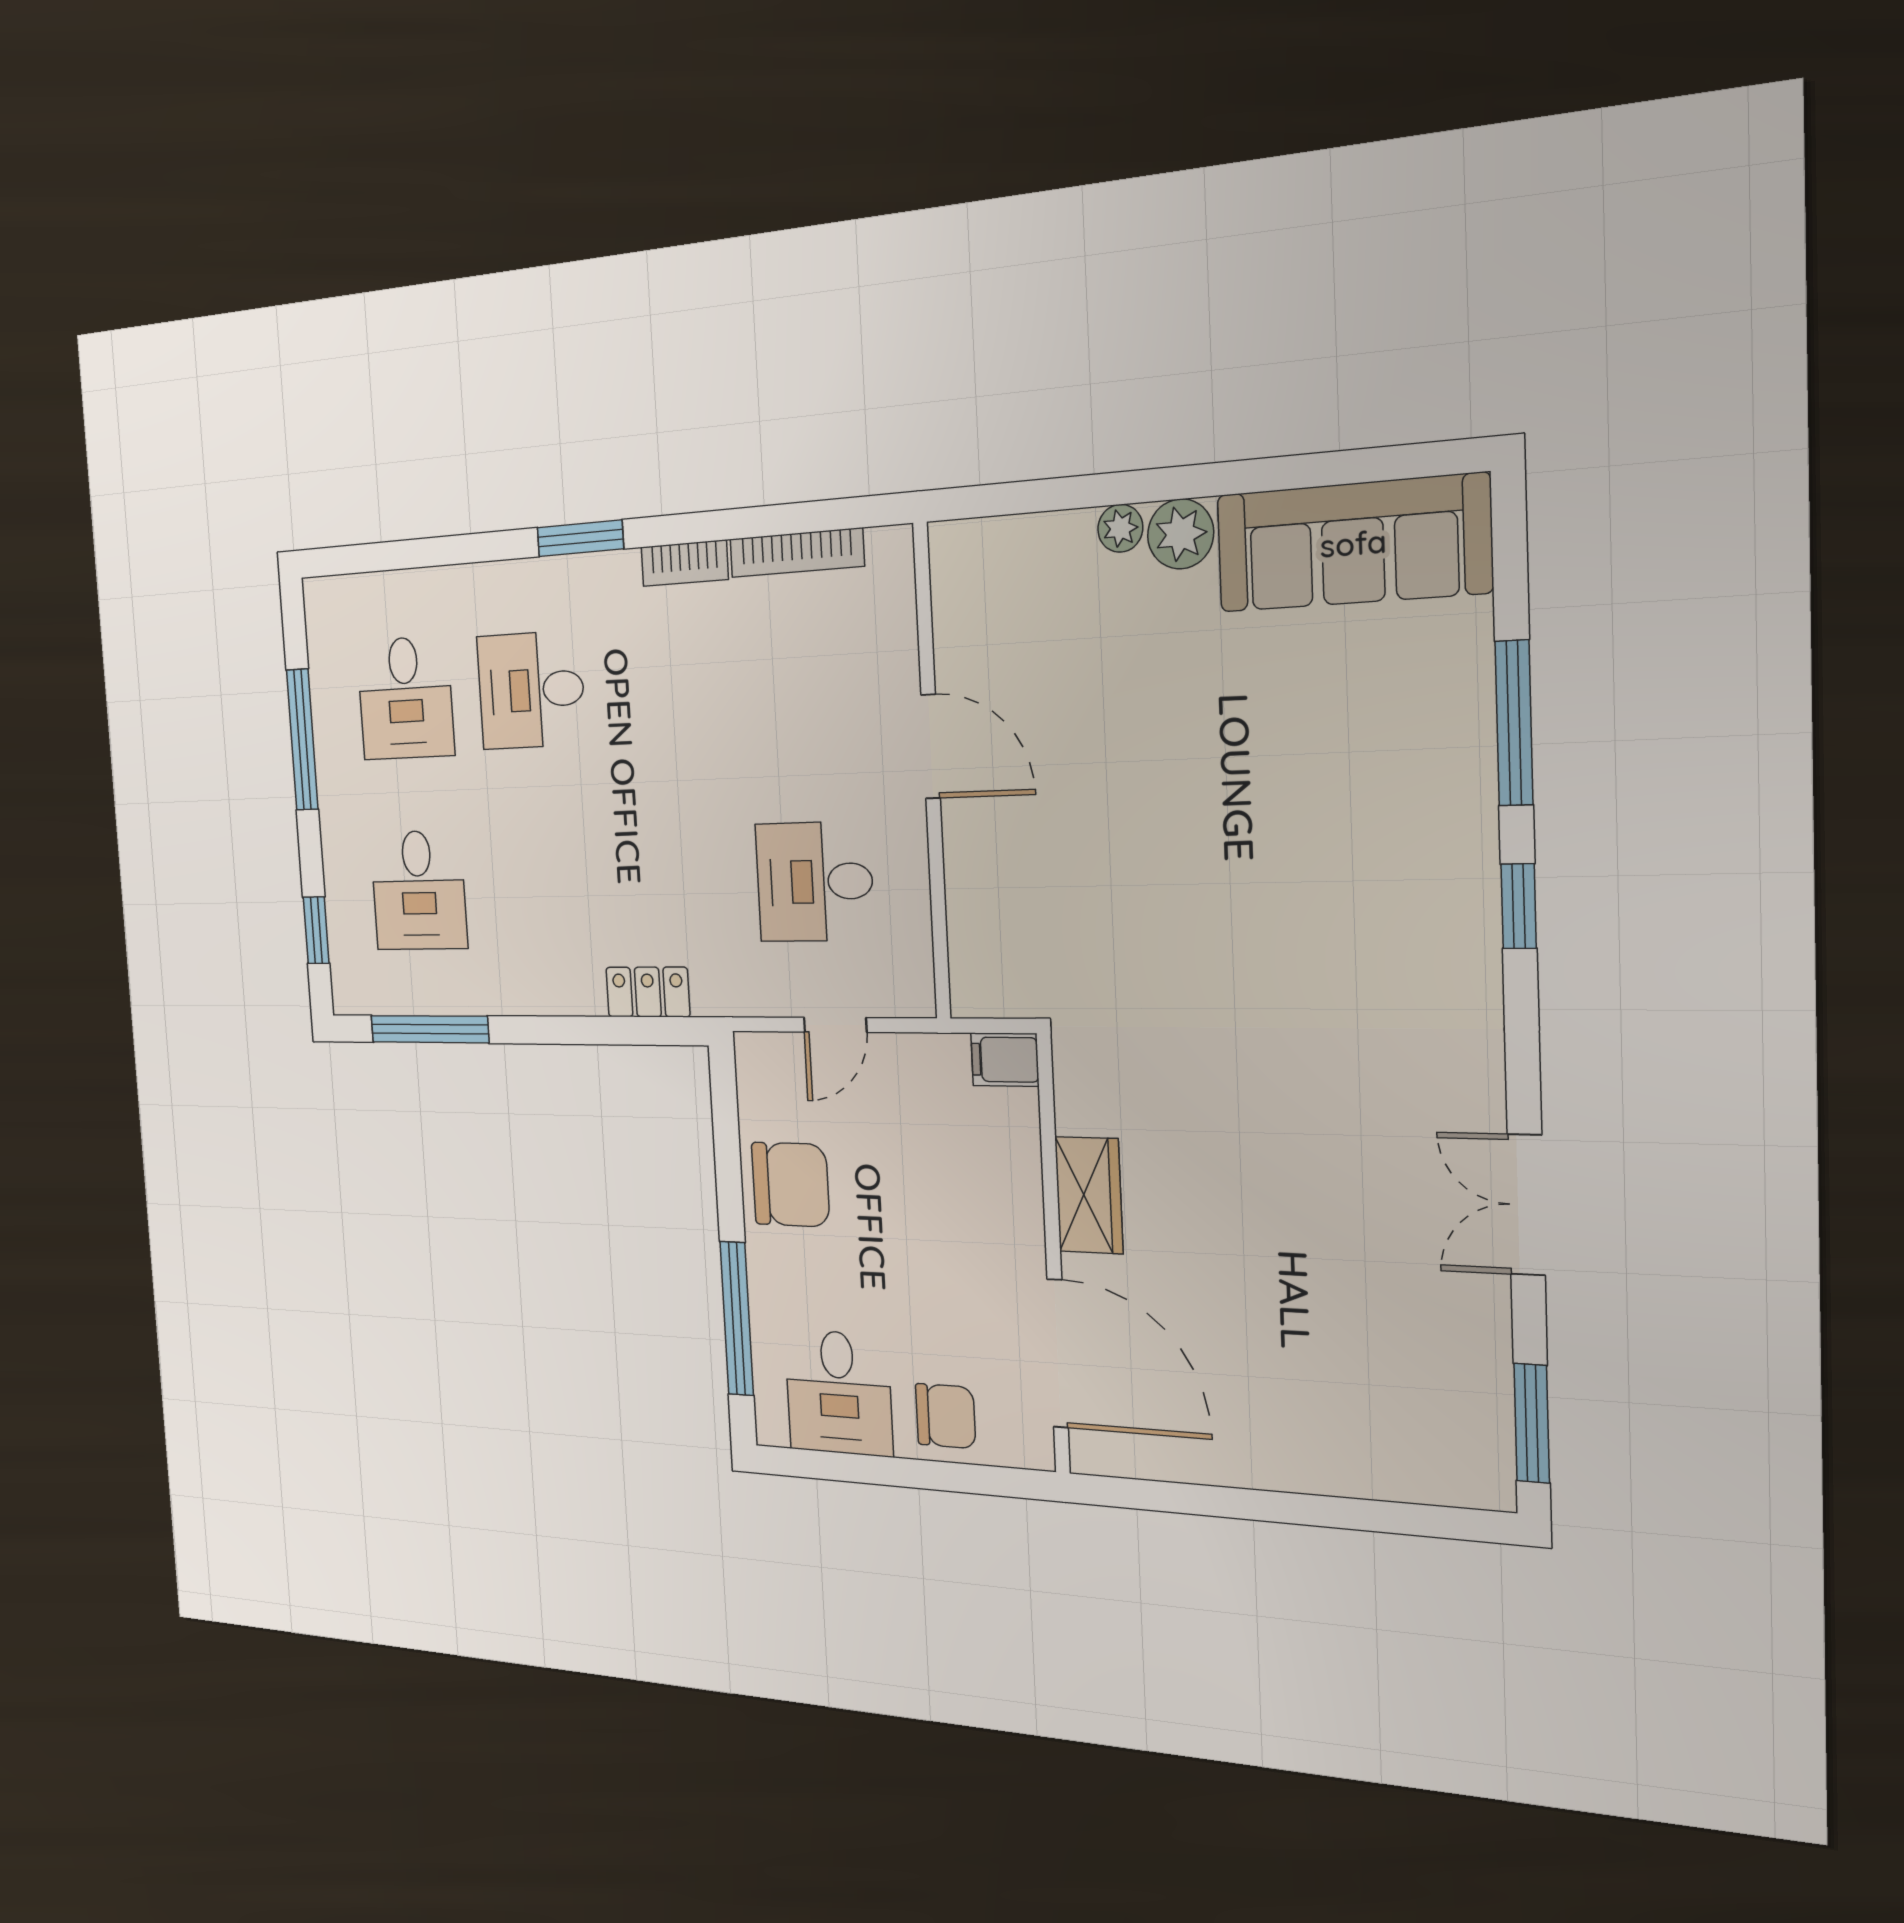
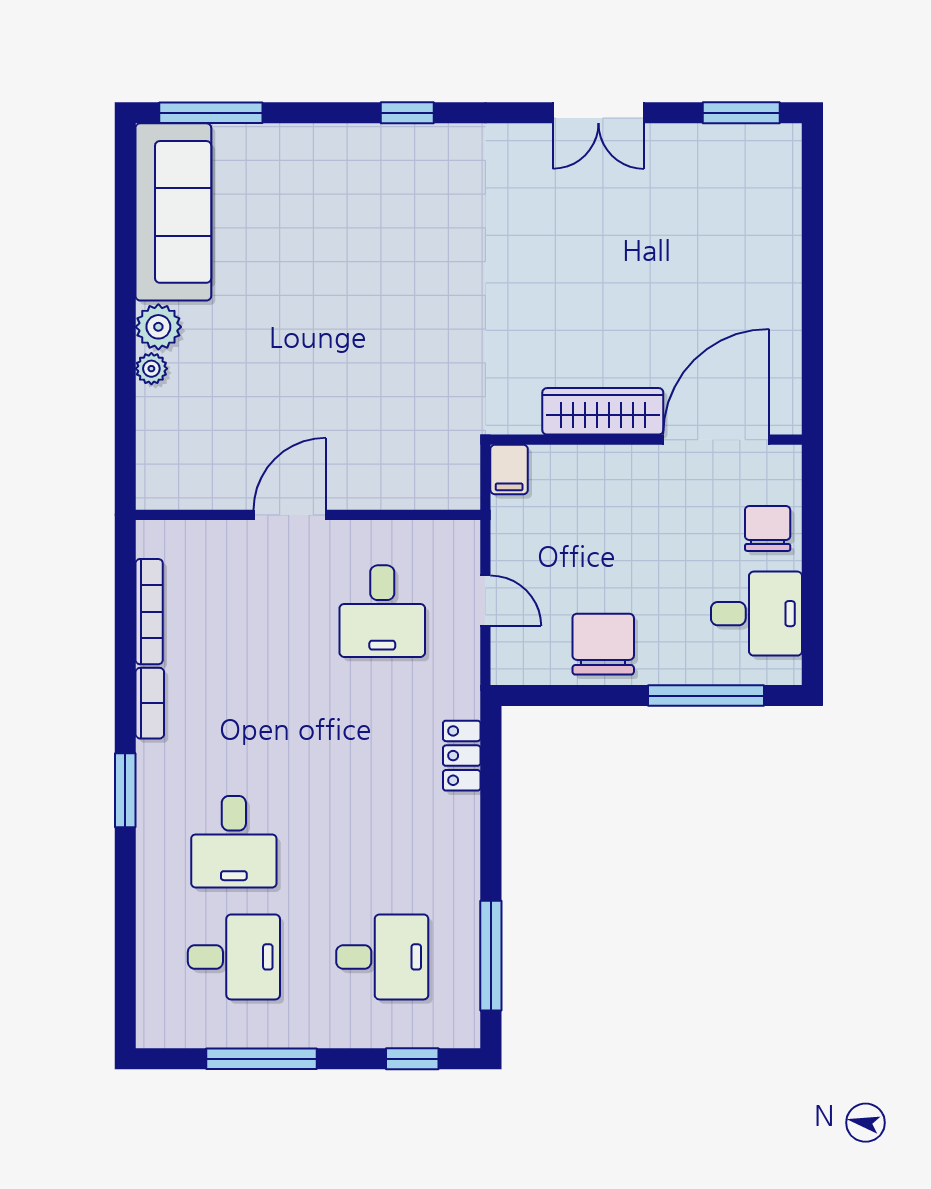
window: (1514, 723) -> (211, 113), moved
wardrobe: (1089, 1195) -> (603, 411), width x1.50

